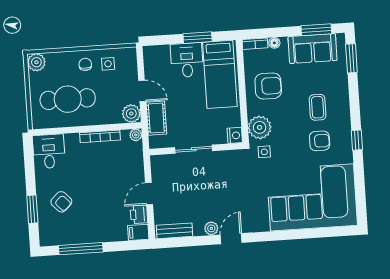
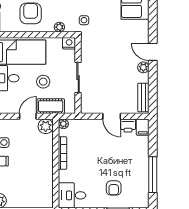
cafe table: (68, 99) -> (30, 177), removed
stool: (186, 107) -> (43, 82), added
plant: (260, 127) -> (59, 27), width x0.53, depth x0.53
armchair: (61, 202) -> (114, 188), turned 134

